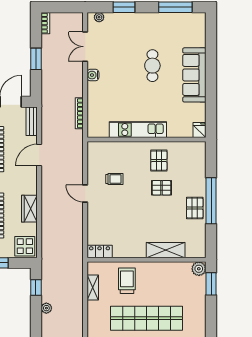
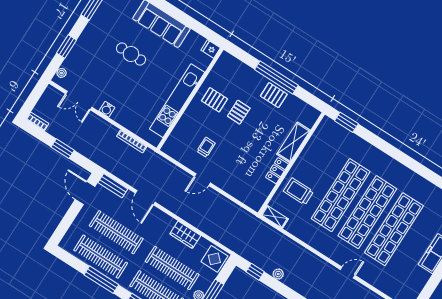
kitchen unit: (138, 130) -> (177, 101), width x1.36
locker: (100, 251) -> (277, 171), moved
plant: (199, 269) -> (327, 124), removed
shelving: (93, 287) -> (275, 217), moved

